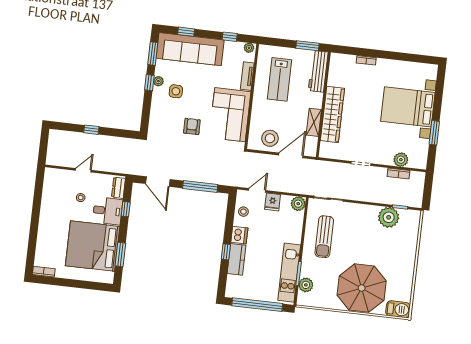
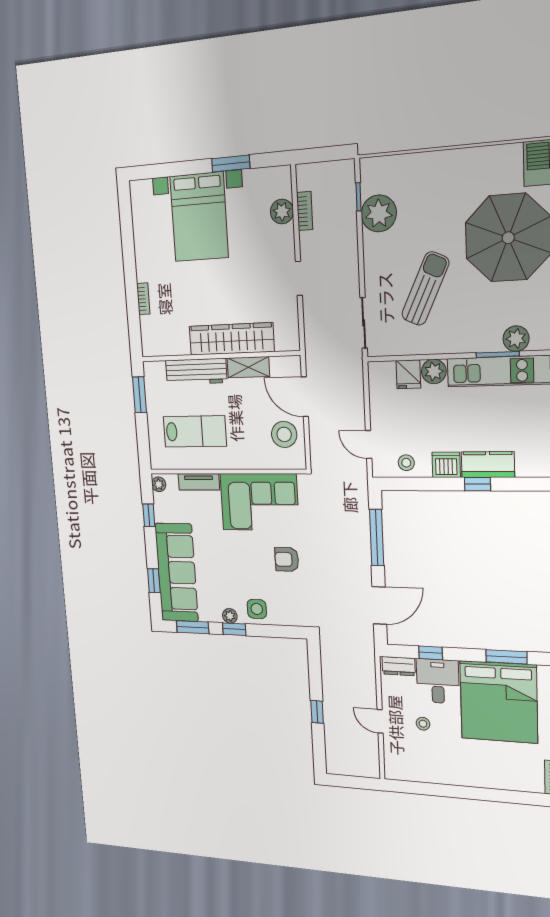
workbench: (318, 71) -> (196, 371), moved
side table: (176, 91) -> (257, 609), moved
fridge: (273, 202) -> (408, 374), moved, turned 90
plant: (298, 204) -> (434, 371), moved
sun lounger: (324, 237) -> (425, 289), moved, turned -65

